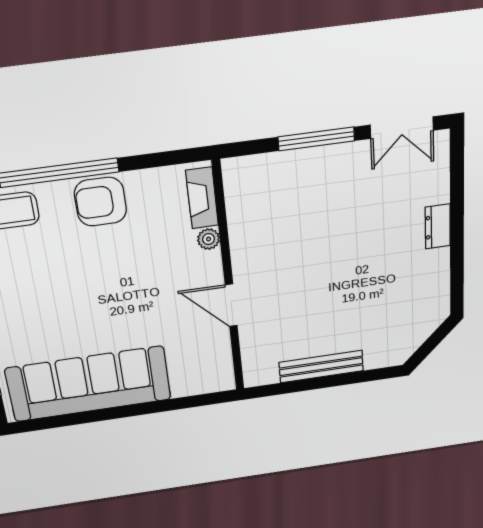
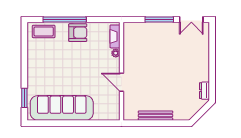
armchair: (100, 202) -> (78, 33), turned 180
dresser: (438, 226) -> (205, 91), moved

